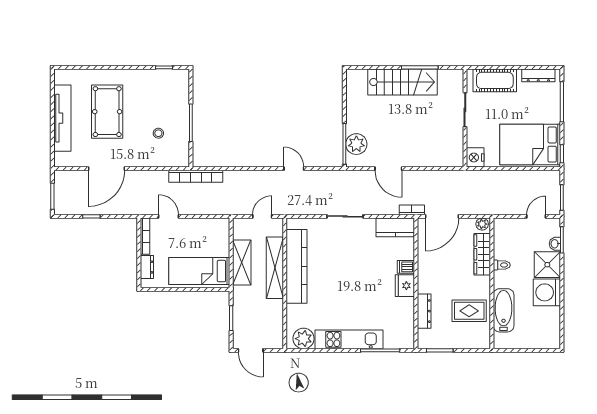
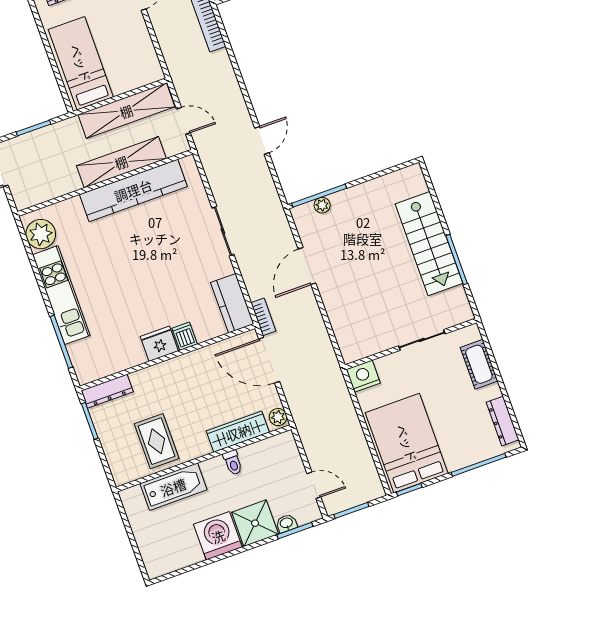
cot: (495, 80) -> (479, 364), width x0.73, depth x0.75
plant: (356, 144) -> (322, 205), width x0.53, depth x0.53
shelving: (242, 263) -> (126, 111), width x1.47
dresser: (424, 311) -> (107, 391), moved

